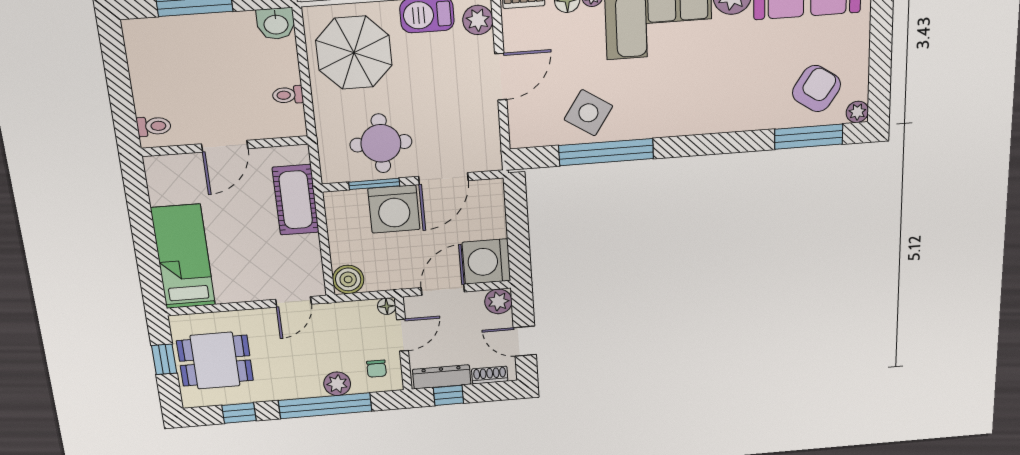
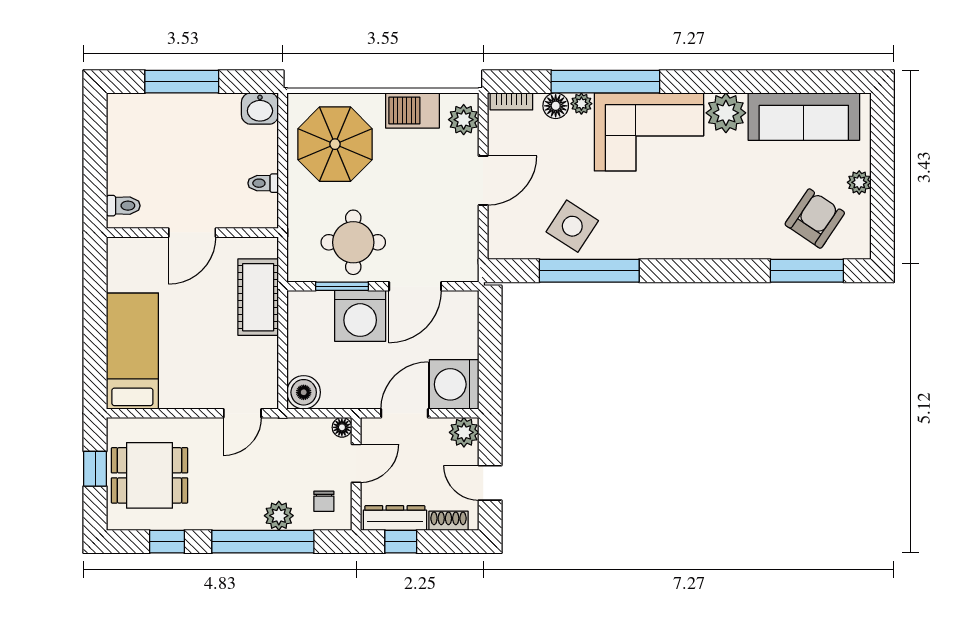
plant: (857, 112) -> (859, 182), moved

